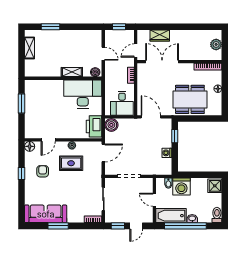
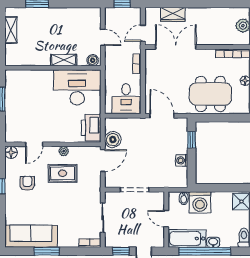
boiler: (111, 125) -> (113, 140), moved

